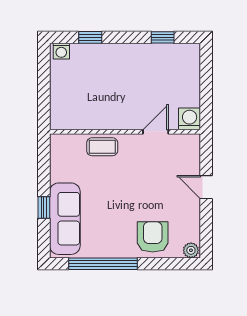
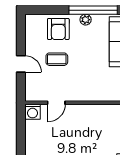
coffee table: (102, 147) -> (57, 59), moved
plant: (191, 250) -> (86, 20), moved

